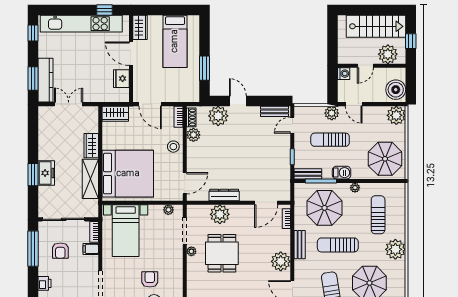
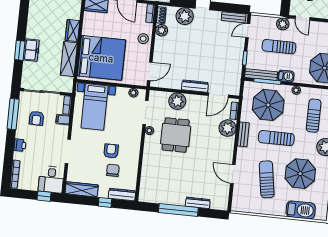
bench: (308, 174) -> (261, 75), width x1.36
dresser: (224, 195) -> (195, 86), moved
plant: (281, 261) -> (228, 128), moved

